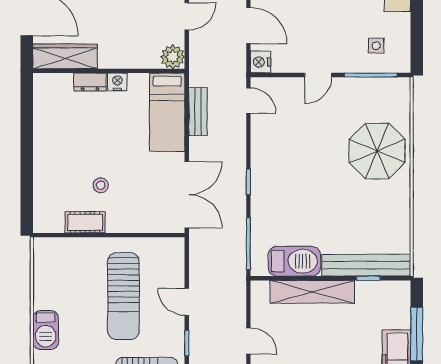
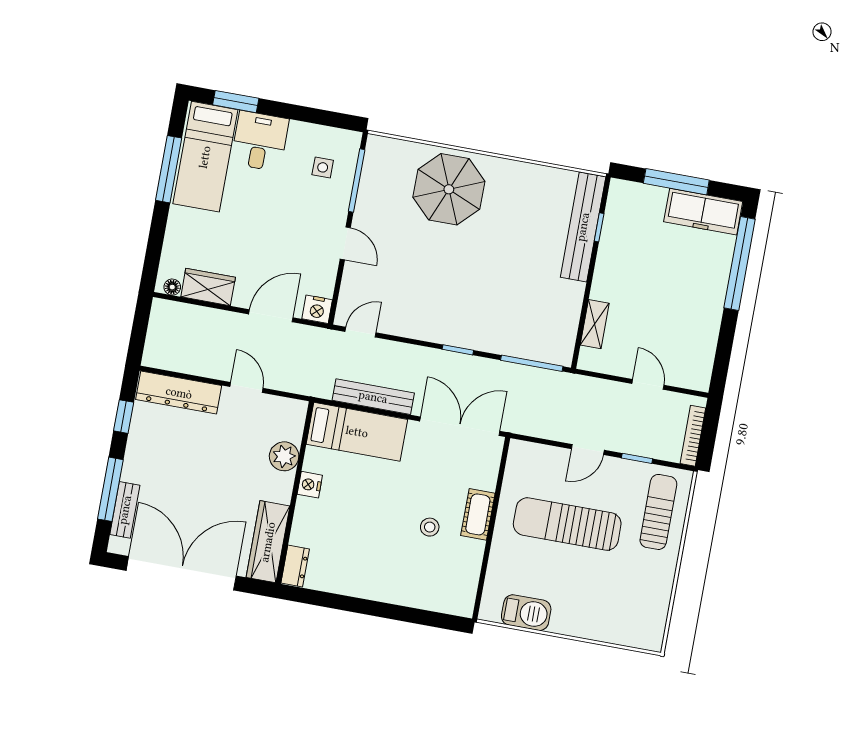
plant: (173, 57) -> (284, 456), moved
dresser: (90, 82) -> (295, 566), moved
bench: (198, 112) -> (373, 397), width x1.36
cot: (85, 222) -> (478, 514), moved
barbecue: (294, 261) -> (563, 312), removed
shelving: (312, 292) -> (595, 324), width x0.45, depth x0.75
sun lounger: (123, 296) -> (567, 524), turned 180
barbecue: (46, 330) -> (526, 613), moved
door: (248, 341) -> (648, 384), hinge flipped

